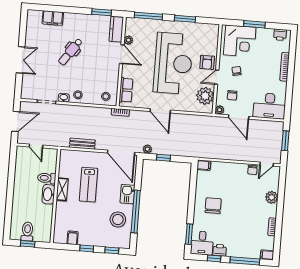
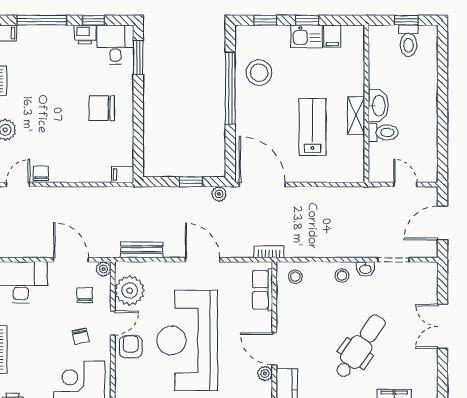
dental chair: (70, 52) -> (360, 346), width x1.36, depth x1.38
bench: (82, 144) -> (142, 250), moved
kitchen sink: (127, 194) -> (307, 36), moved, turned 90
chair: (213, 206) -> (102, 108), turned 90

